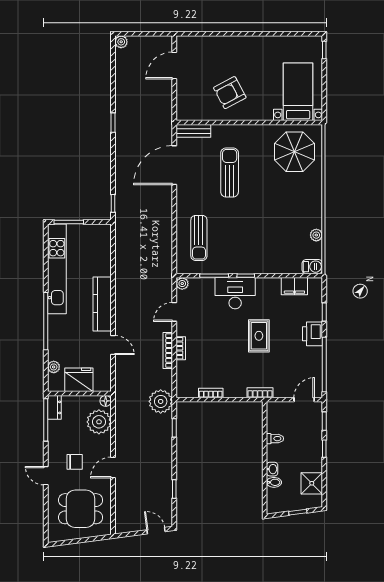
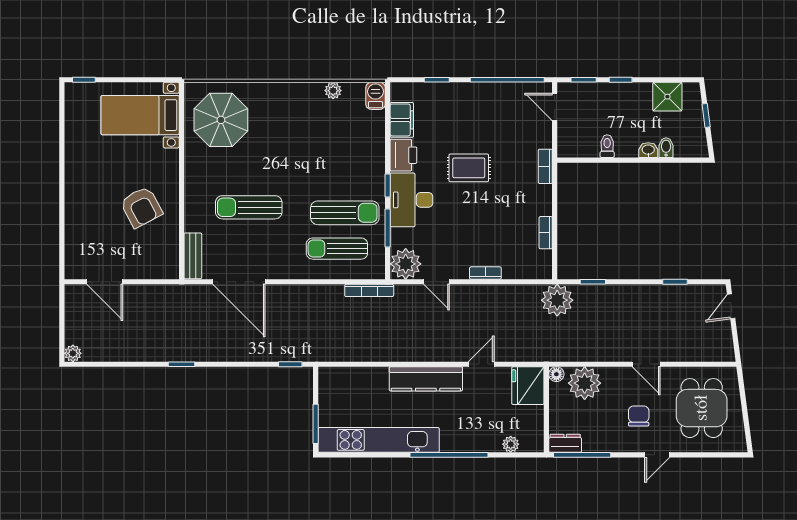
sun lounger: (199, 238) -> (337, 249), turned 180
sun lounger: (226, 244) -> (345, 213), added
plant: (182, 284) -> (406, 264), width x1.87, depth x1.87
printer: (313, 334) -> (403, 155), moved, turned -90
bookcase: (168, 350) -> (369, 290), moved
fridge: (79, 380) -> (528, 386), moved

